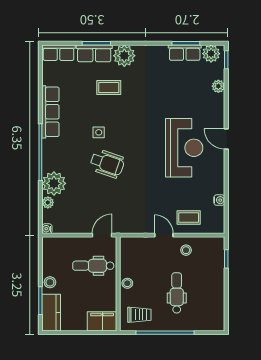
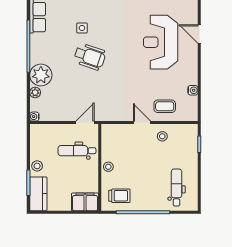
reception desk: (184, 148) -> (161, 42), turned 180
dental chair: (177, 293) -> (176, 188), moved

